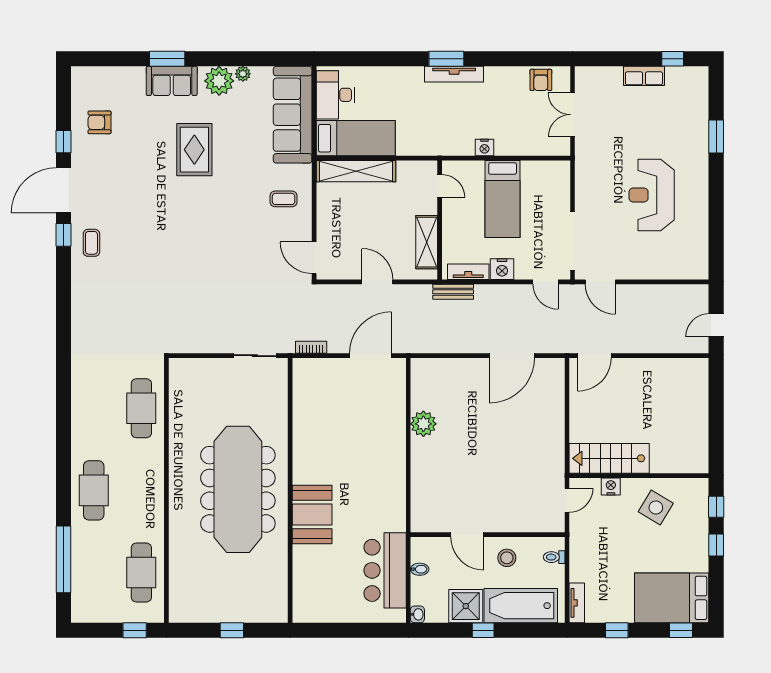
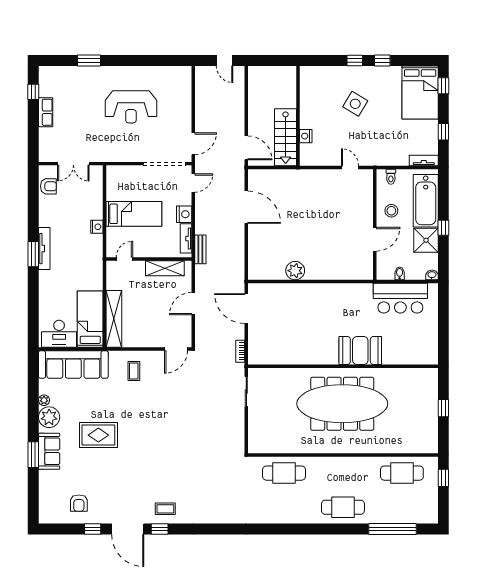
stairs: (609, 458) -> (286, 137), moved
wall: (639, 476) -> (298, 116), moved
nightstand: (611, 486) -> (306, 136), moved

